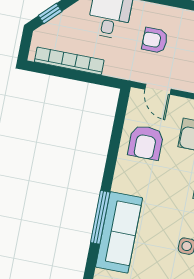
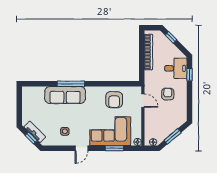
door: (158, 89) -> (143, 101), swing flipped
armchair: (146, 142) -> (114, 100), turned -90

